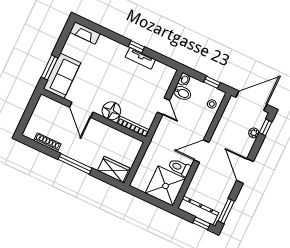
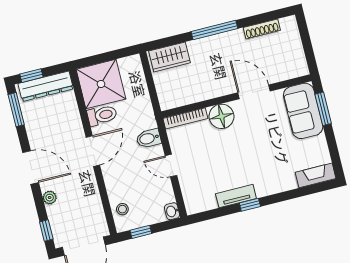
bidet: (182, 93) -> (149, 138), moved
plant: (254, 133) -> (50, 198), moved

